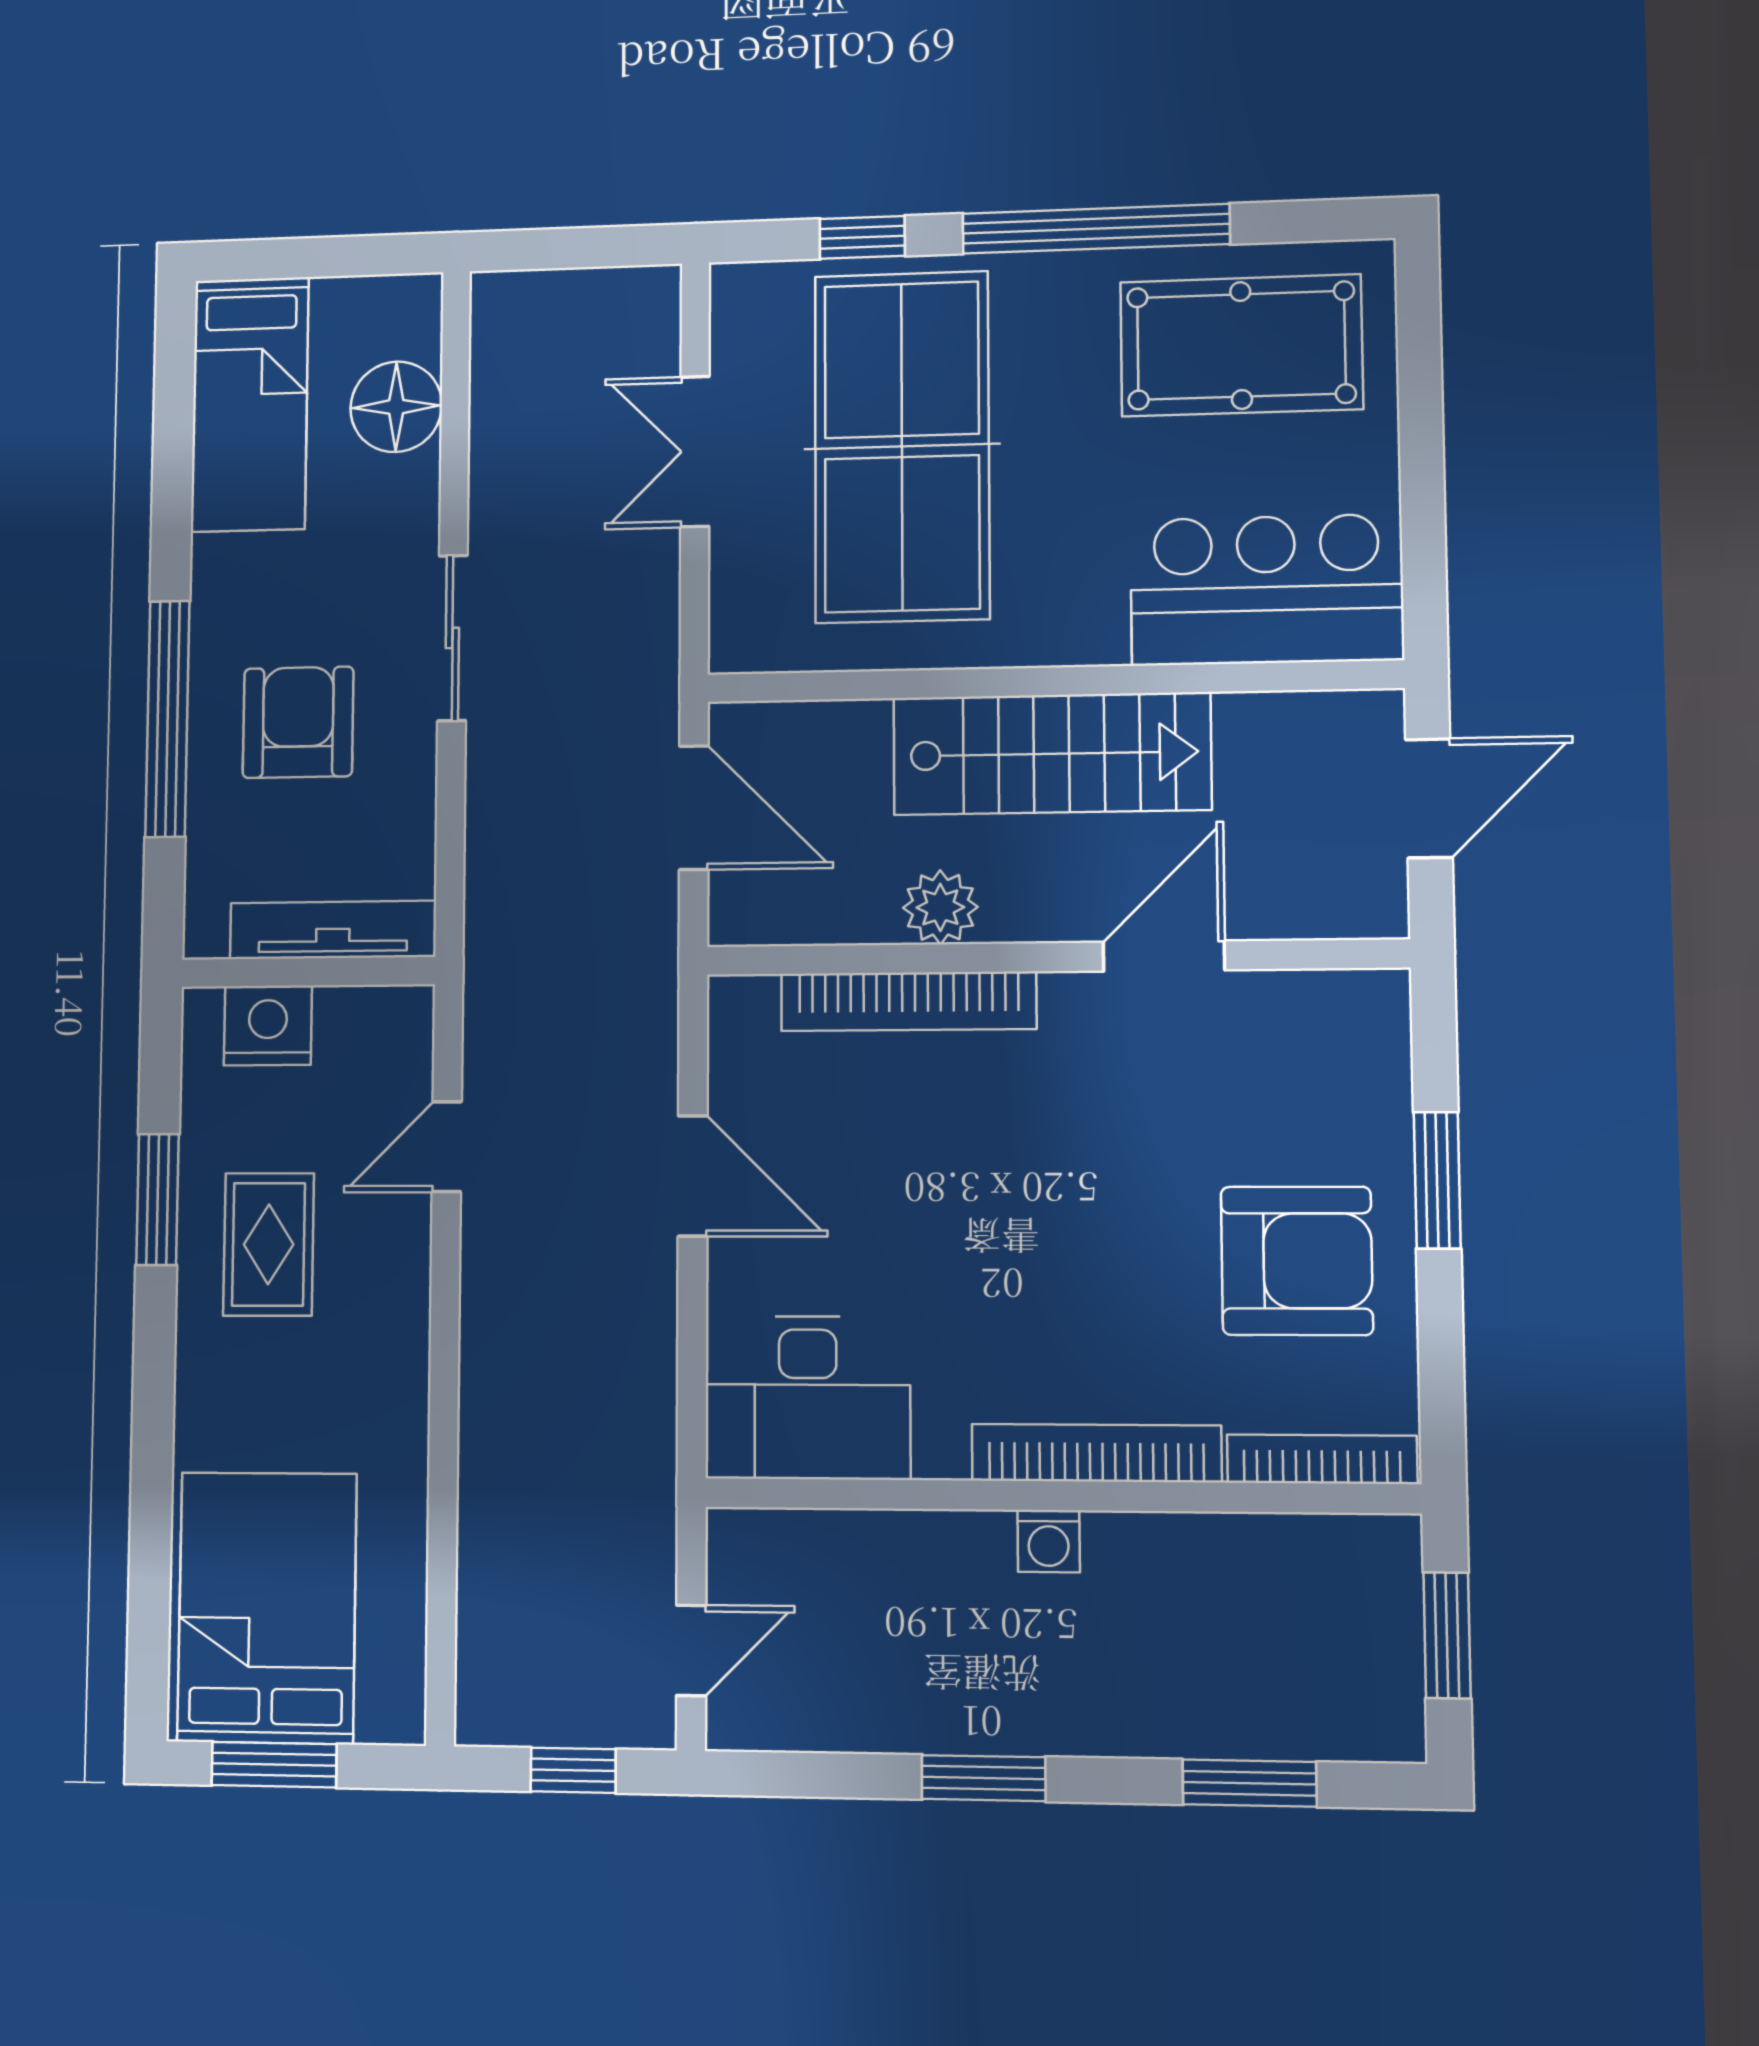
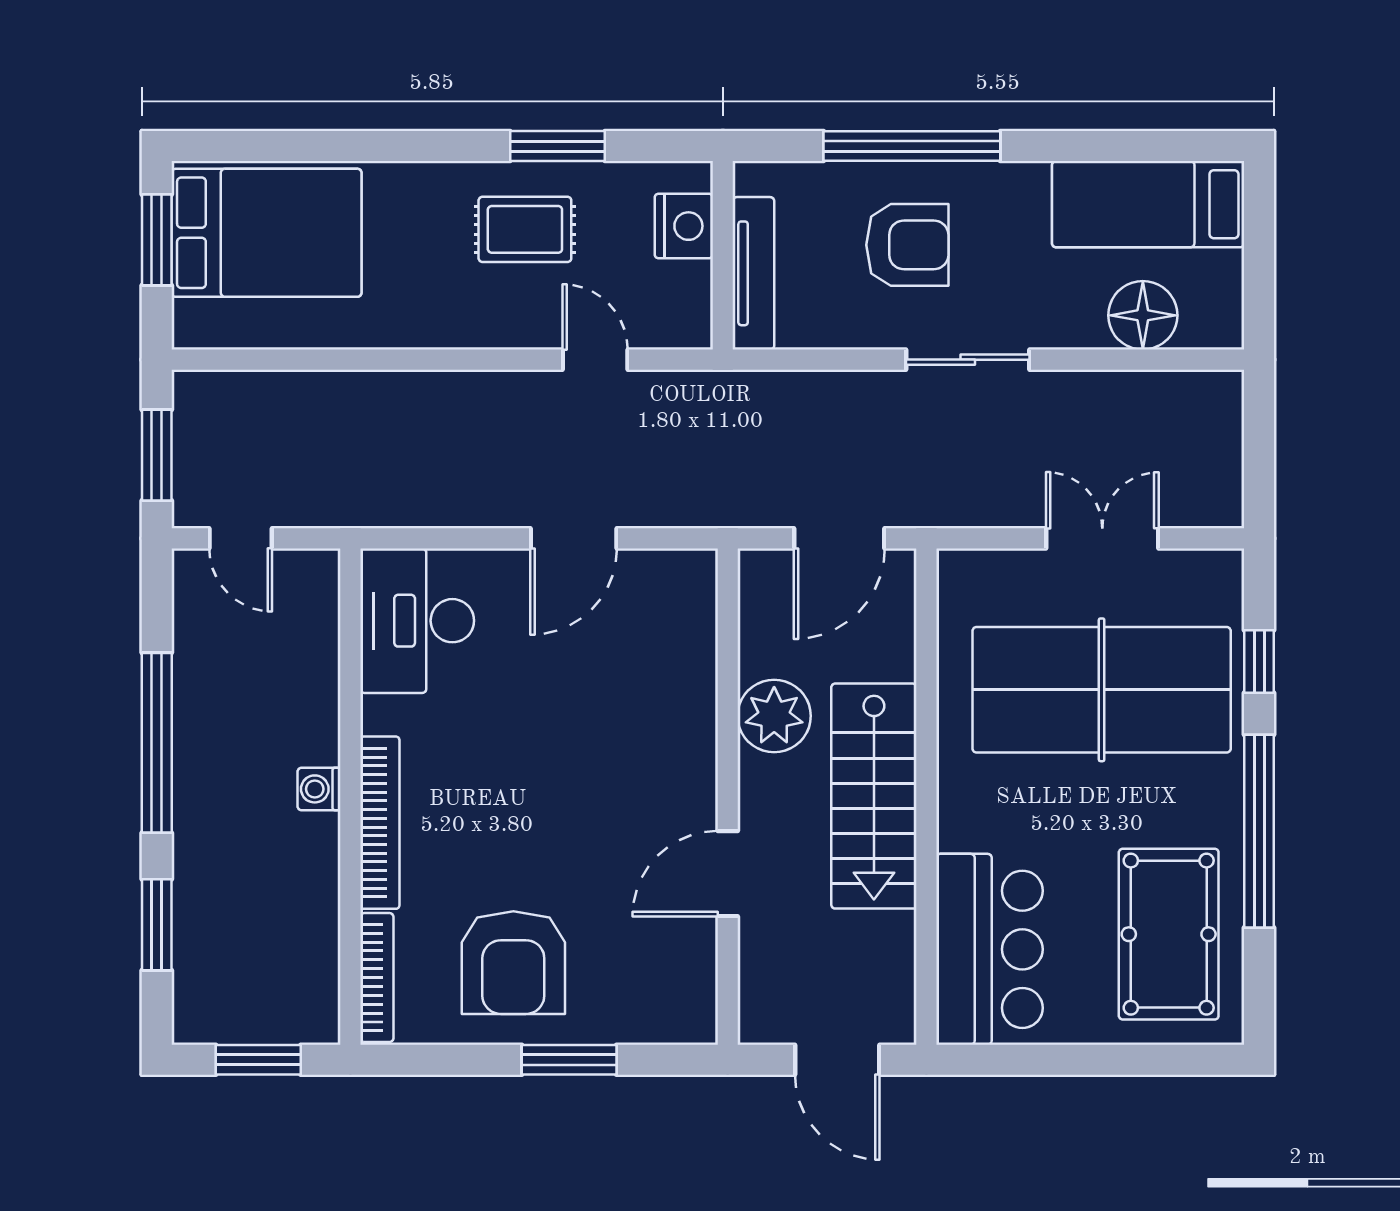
plant: (940, 907) -> (774, 716), width x1.36, depth x1.36
door: (1164, 956) -> (728, 874), swing flipped
bookcase: (908, 1001) -> (697, 693), removed
window: (573, 1770) -> (157, 455), width x1.50
window: (984, 1778) -> (157, 743), width x2.11

